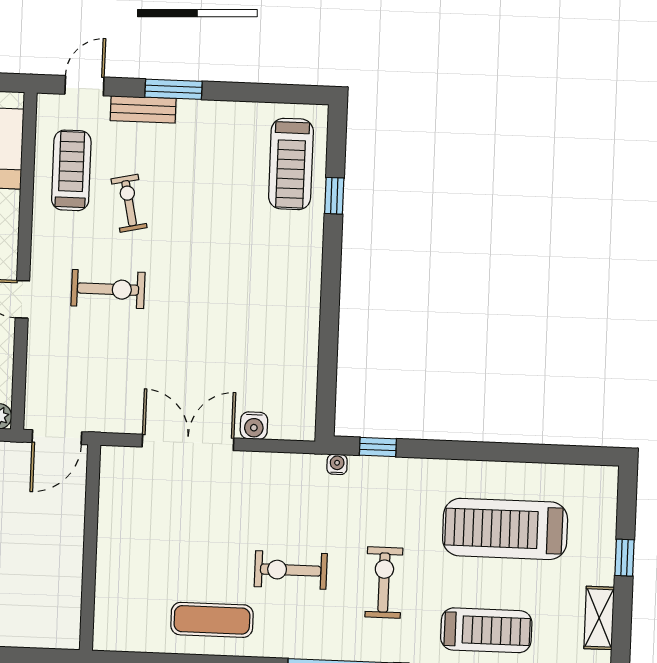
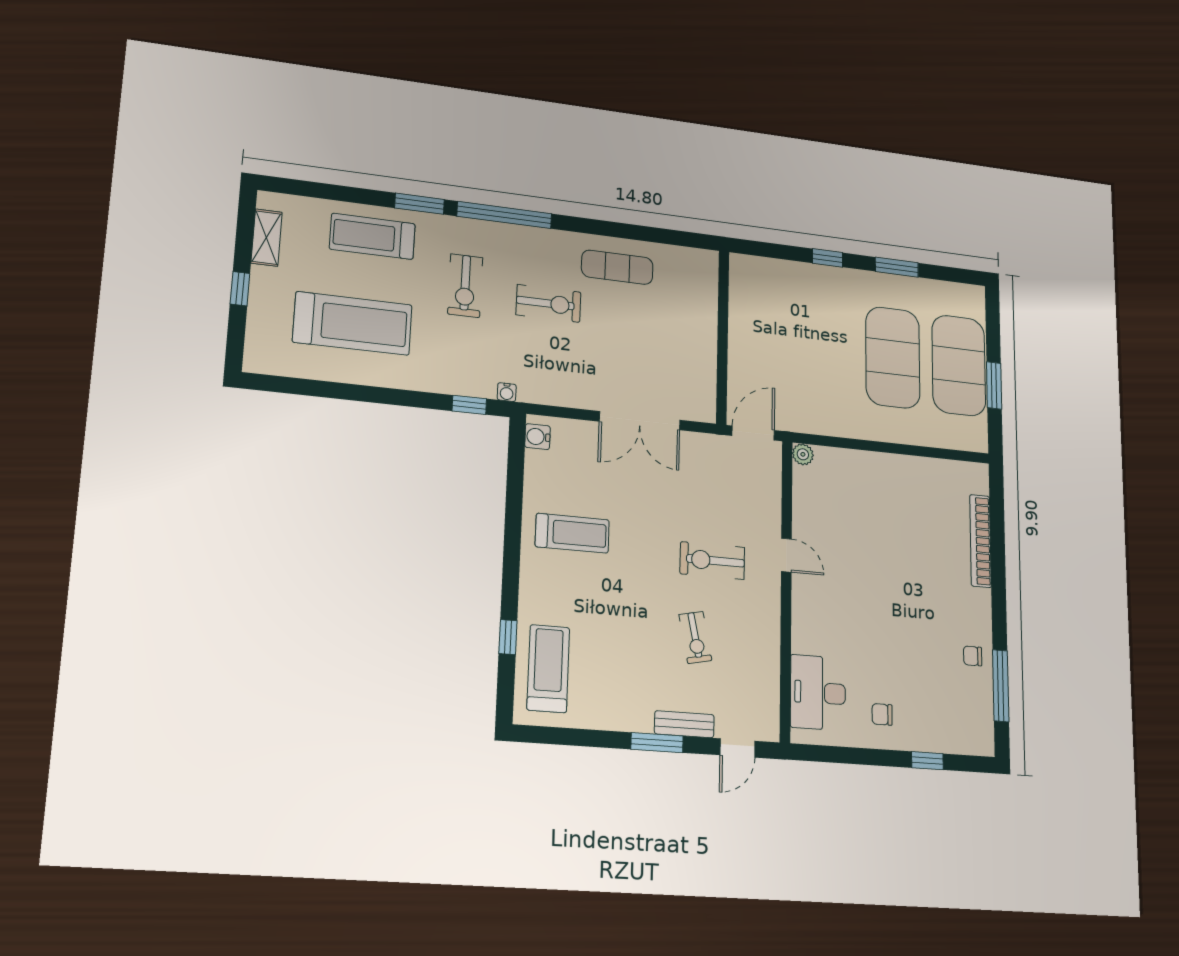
treadmill: (71, 170) -> (572, 533), moved, turned -90
water cooler: (254, 426) -> (537, 437), moved, turned -90

